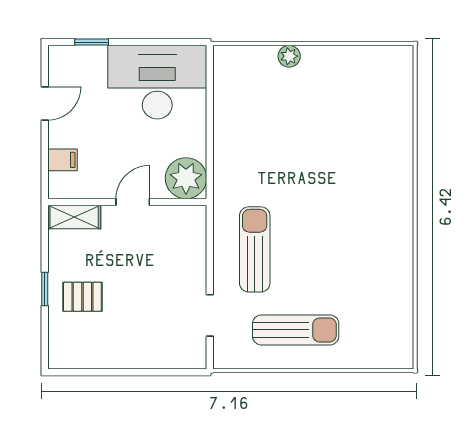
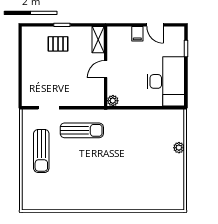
filing cabinet: (62, 160) -> (137, 34), moved
plant: (186, 178) -> (113, 101), width x0.53, depth x0.53
door: (133, 202) -> (106, 69), swing flipped
pallet: (82, 297) -> (58, 44), turned 90

